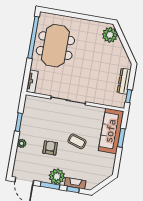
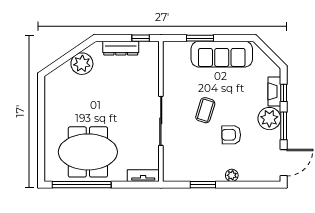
plant: (110, 35) -> (82, 64), moved
sofa: (111, 131) -> (222, 54), moved
coffee table: (77, 141) -> (205, 110), moved

